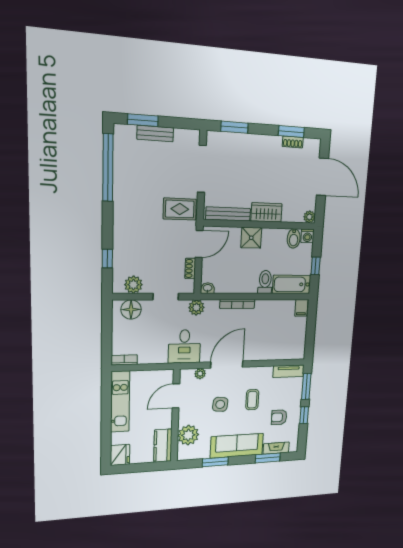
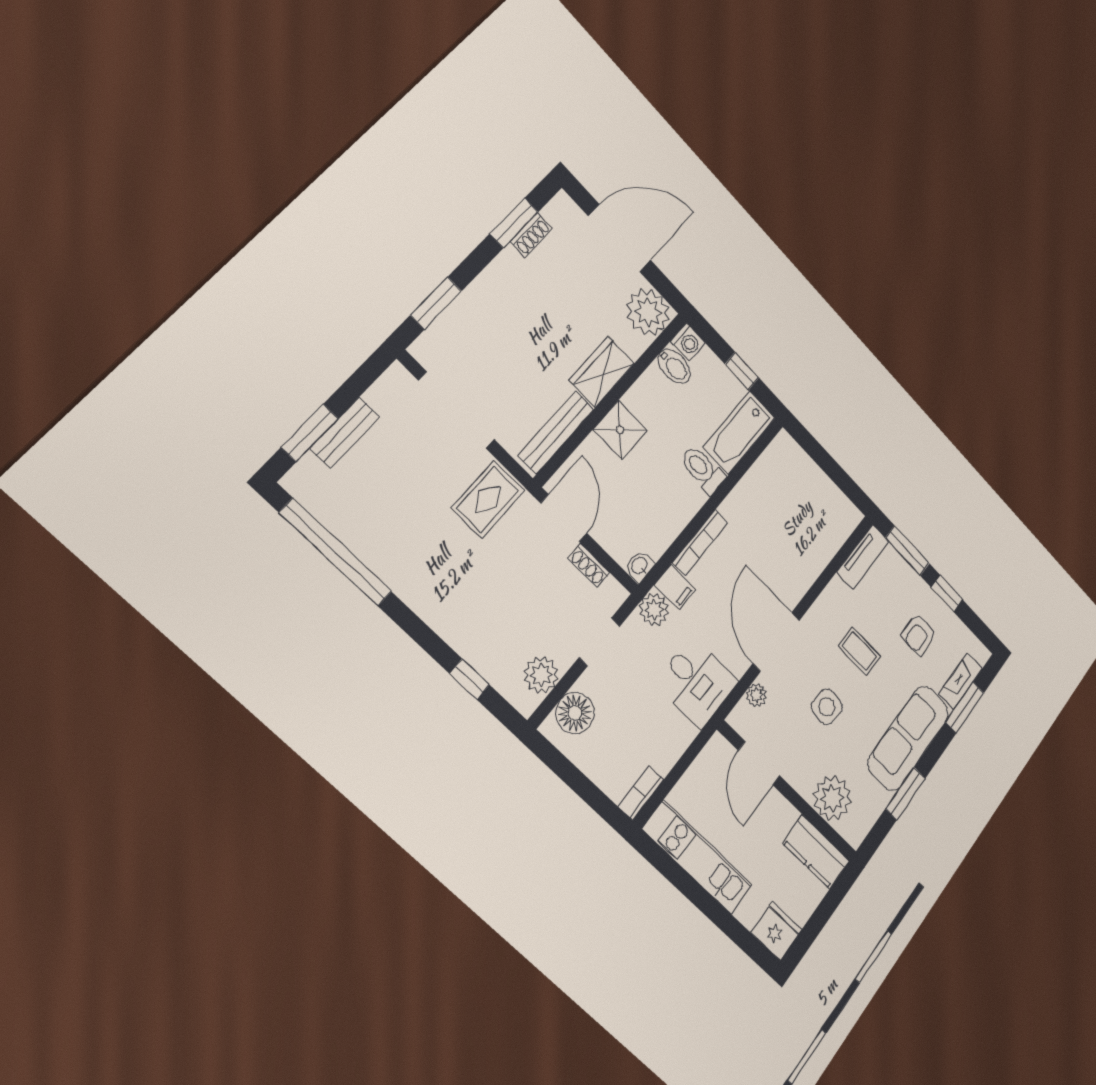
plant: (309, 217) -> (648, 312), width x1.87, depth x1.87
filing cabinet: (301, 308) -> (675, 587), moved

